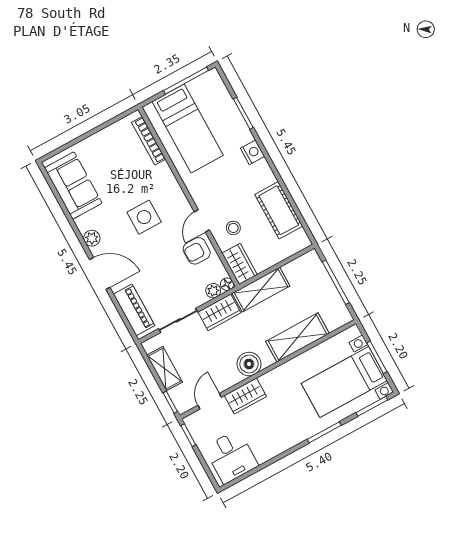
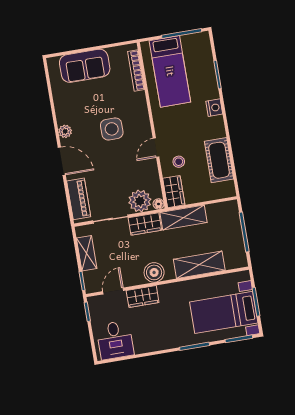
sofa: (73, 186) -> (85, 66), moved, turned 90
armchair: (197, 251) -> (144, 170), removed
plant: (213, 291) -> (140, 201), width x1.88, depth x1.88

